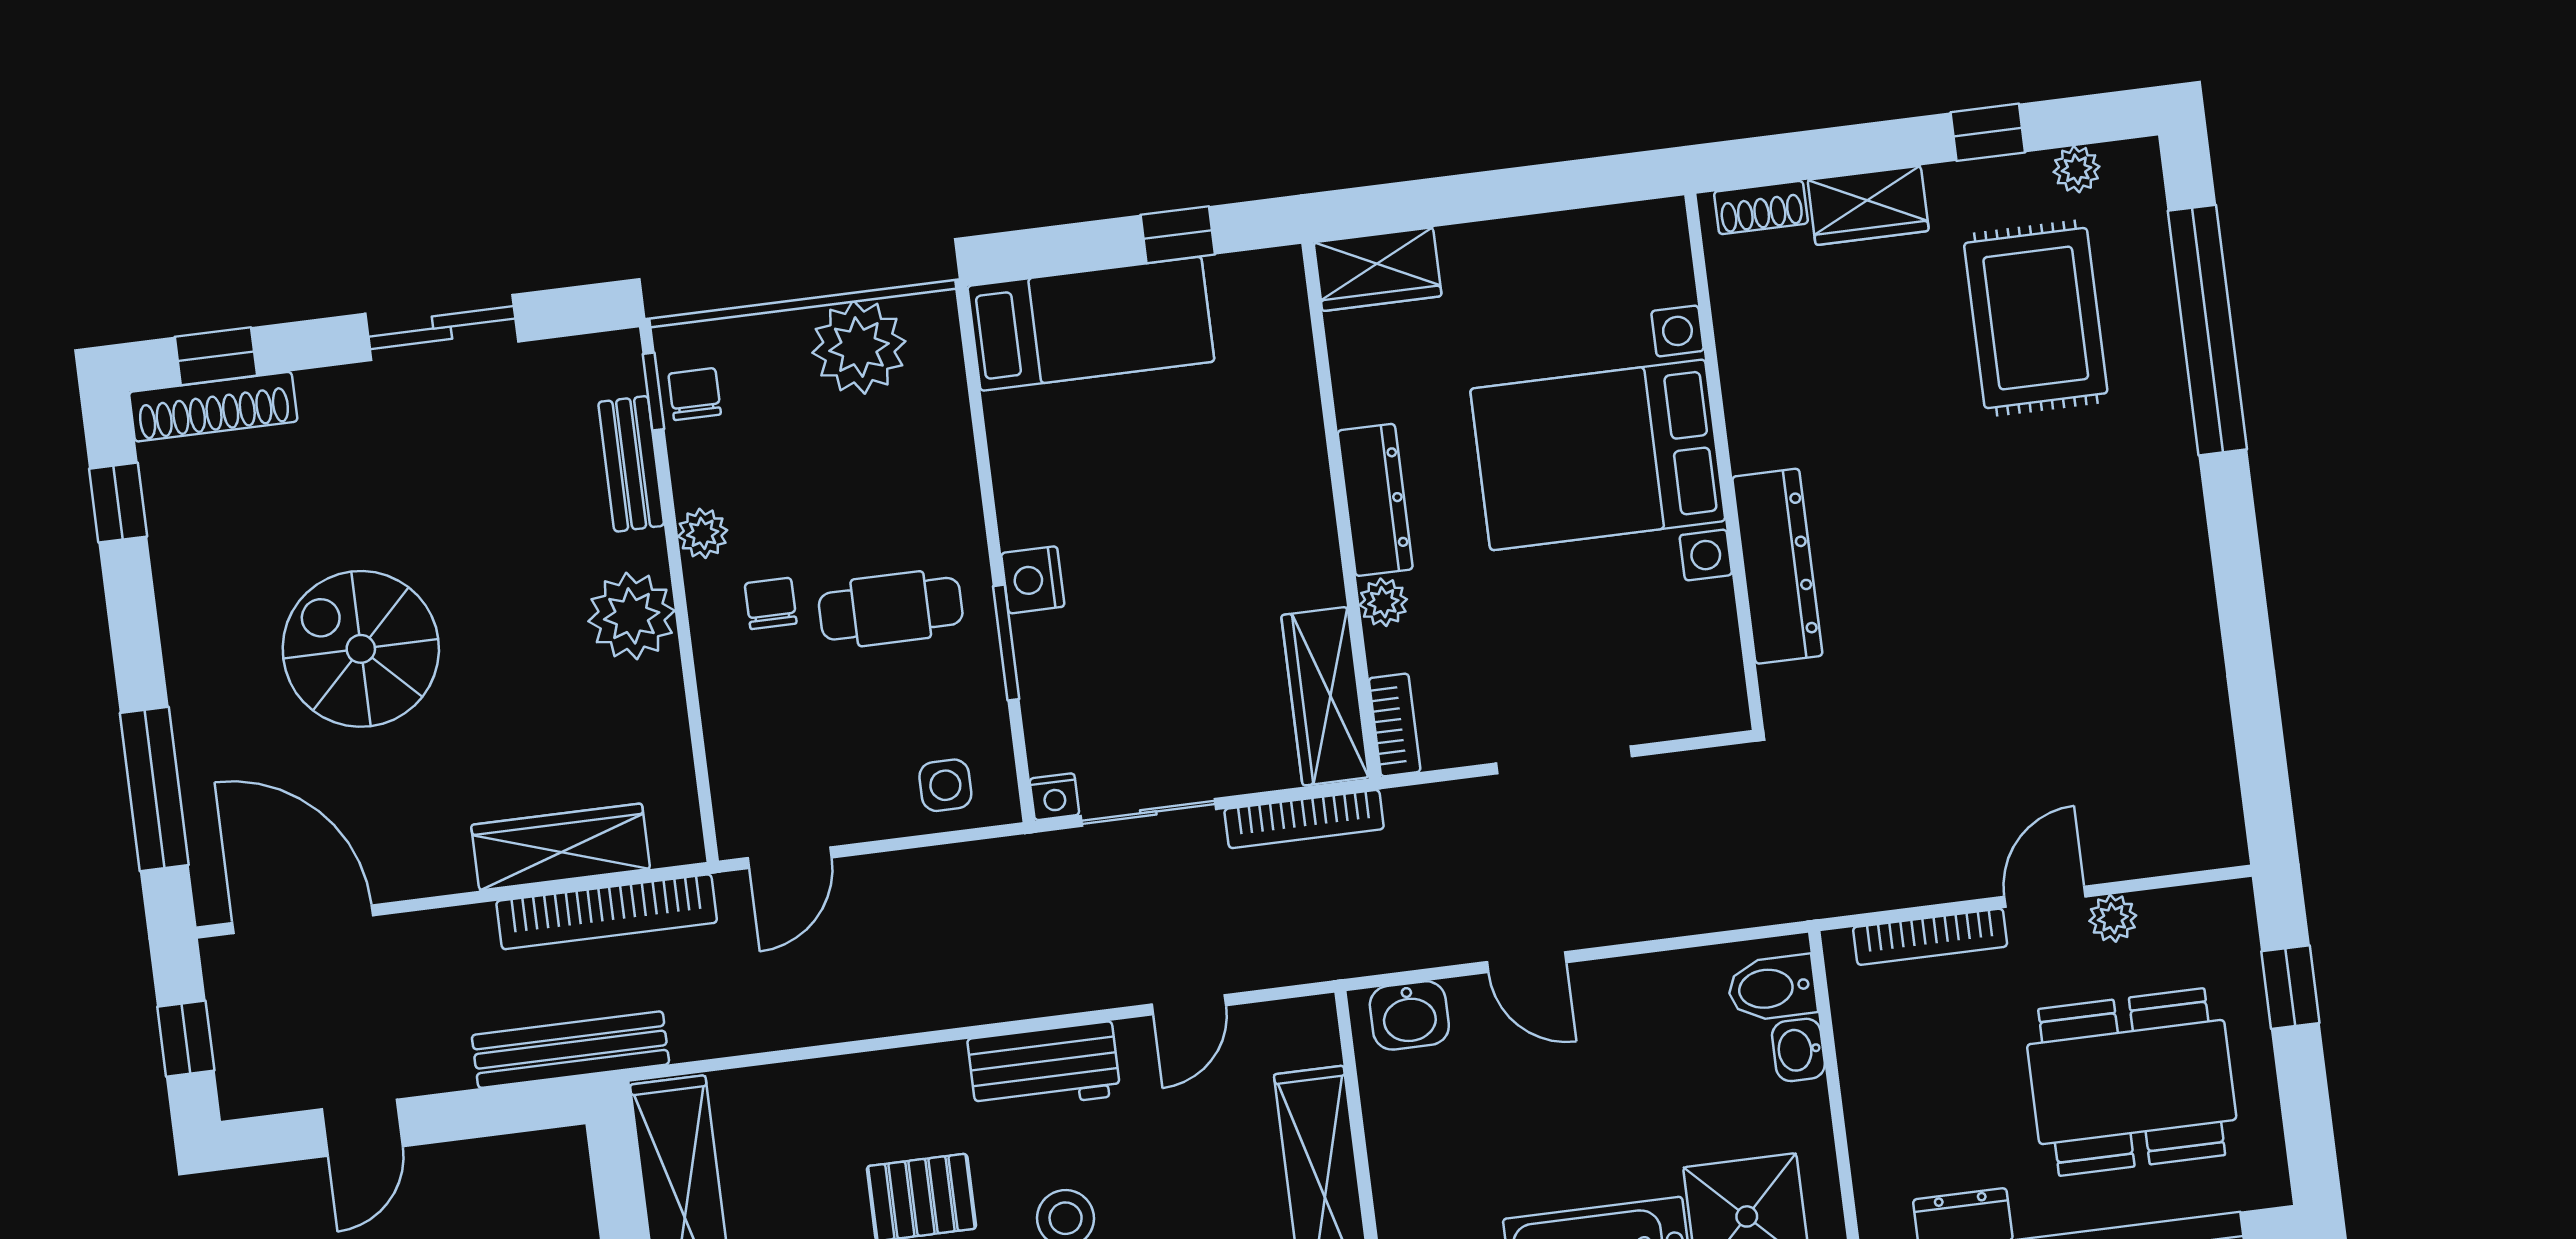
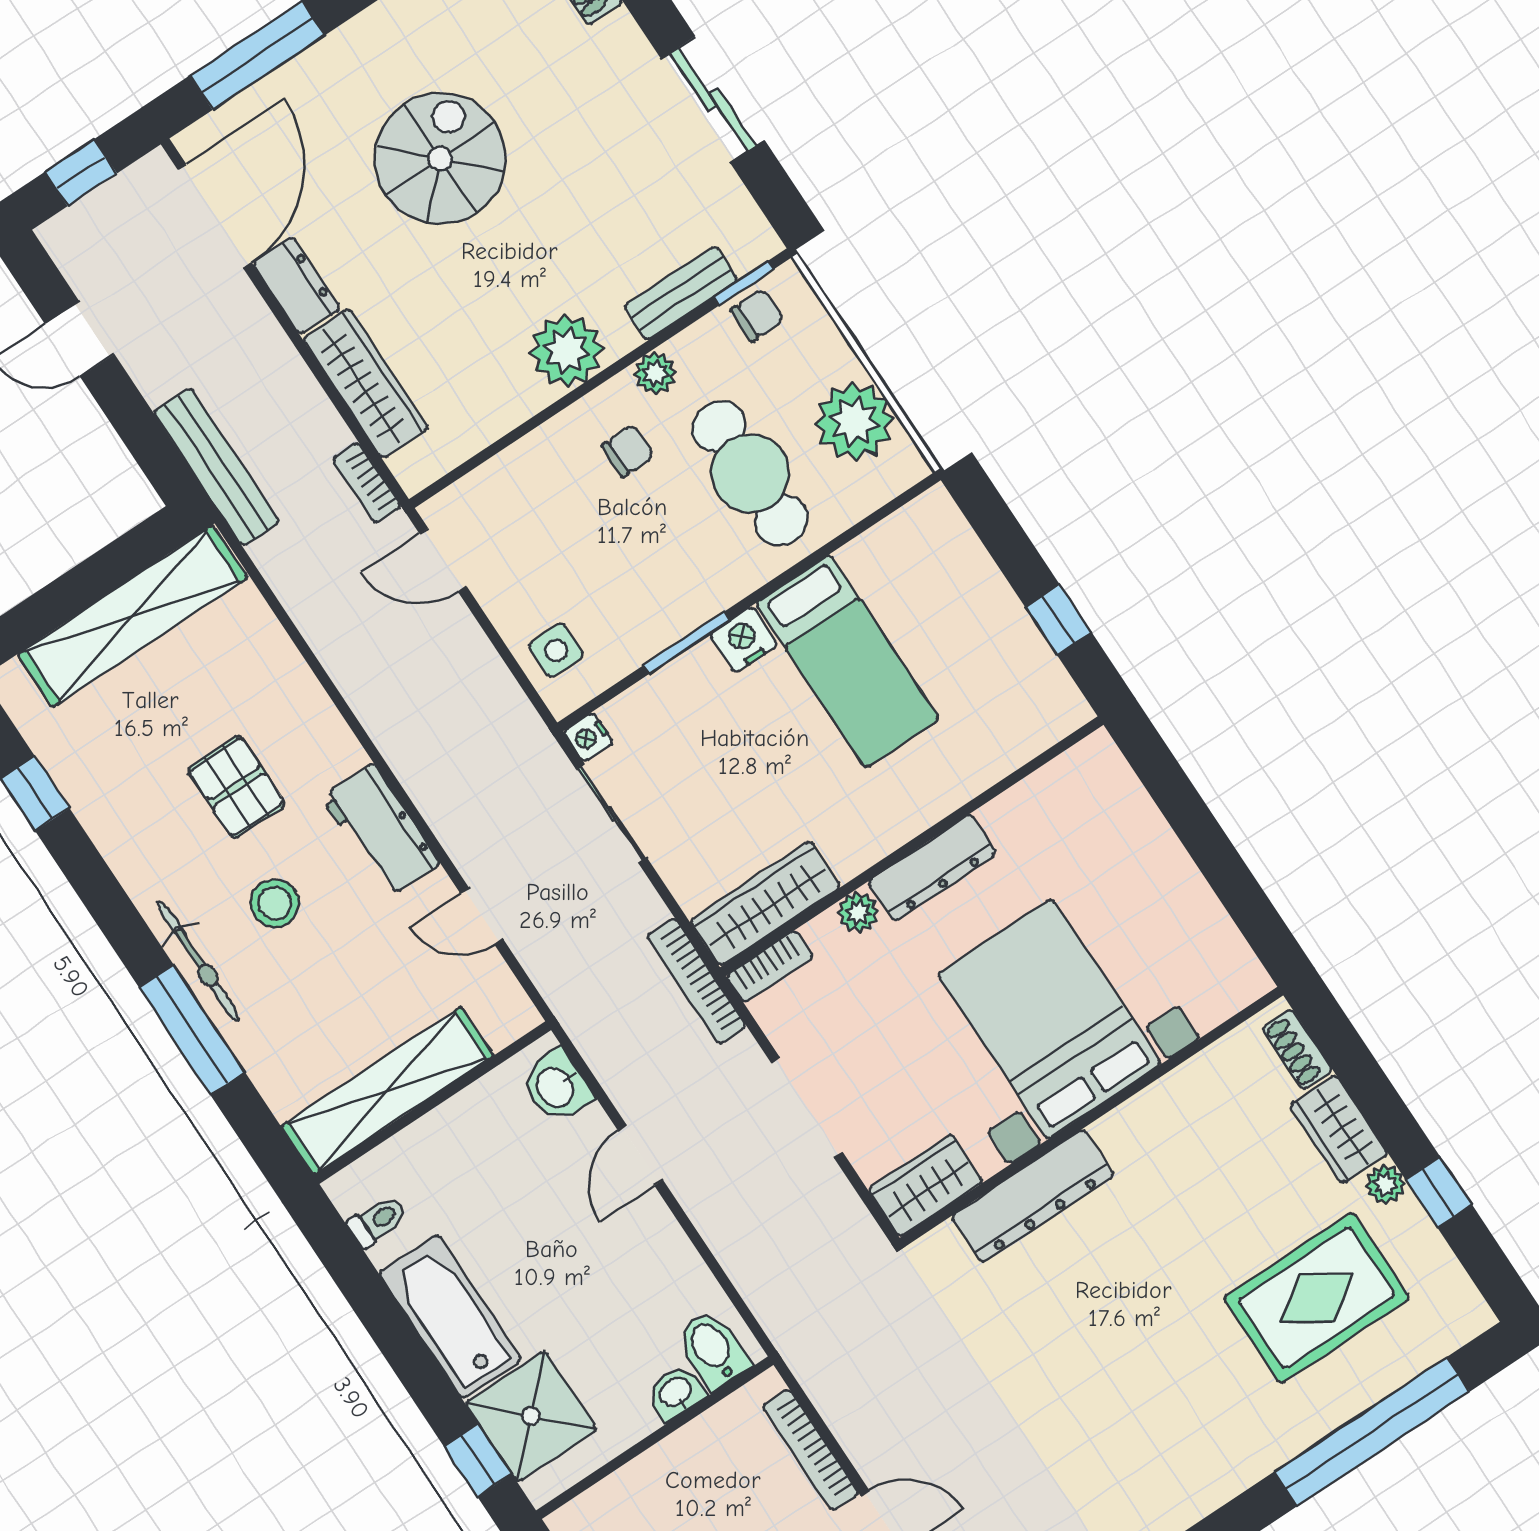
plant: (2077, 169) -> (1385, 1184), moved
wardrobe: (1378, 269) -> (926, 1185), moved, turned 90
bed: (1091, 324) -> (848, 661), moved
cafe table: (891, 609) -> (750, 473), moved, width x1.37, depth x1.35
bookcase: (1304, 819) -> (697, 981), moved
dresser: (420, 869) -> (296, 286), added
bookcase: (607, 912) -> (367, 483), width x0.43, depth x0.76

